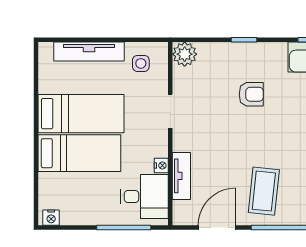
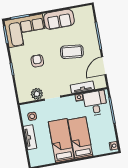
tv unit: (89, 52) -> (30, 137), width x0.71
plant: (185, 54) -> (37, 94), moved
coffee table: (264, 191) -> (72, 52), moved
door: (217, 227) -> (104, 66), hinge flipped

